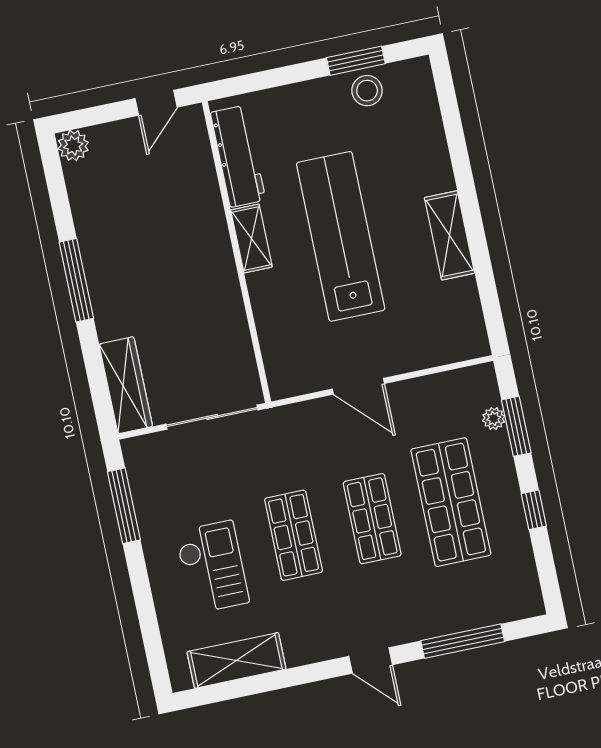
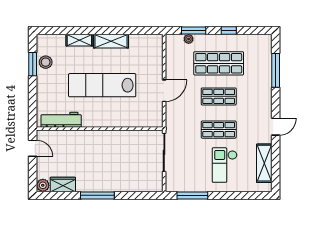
shelving: (252, 239) -> (79, 40), moved
wardrobe: (126, 385) -> (63, 184), moved, width x0.67
checkout: (212, 567) -> (225, 165), turned -90
door: (371, 661) -> (276, 127), moved

